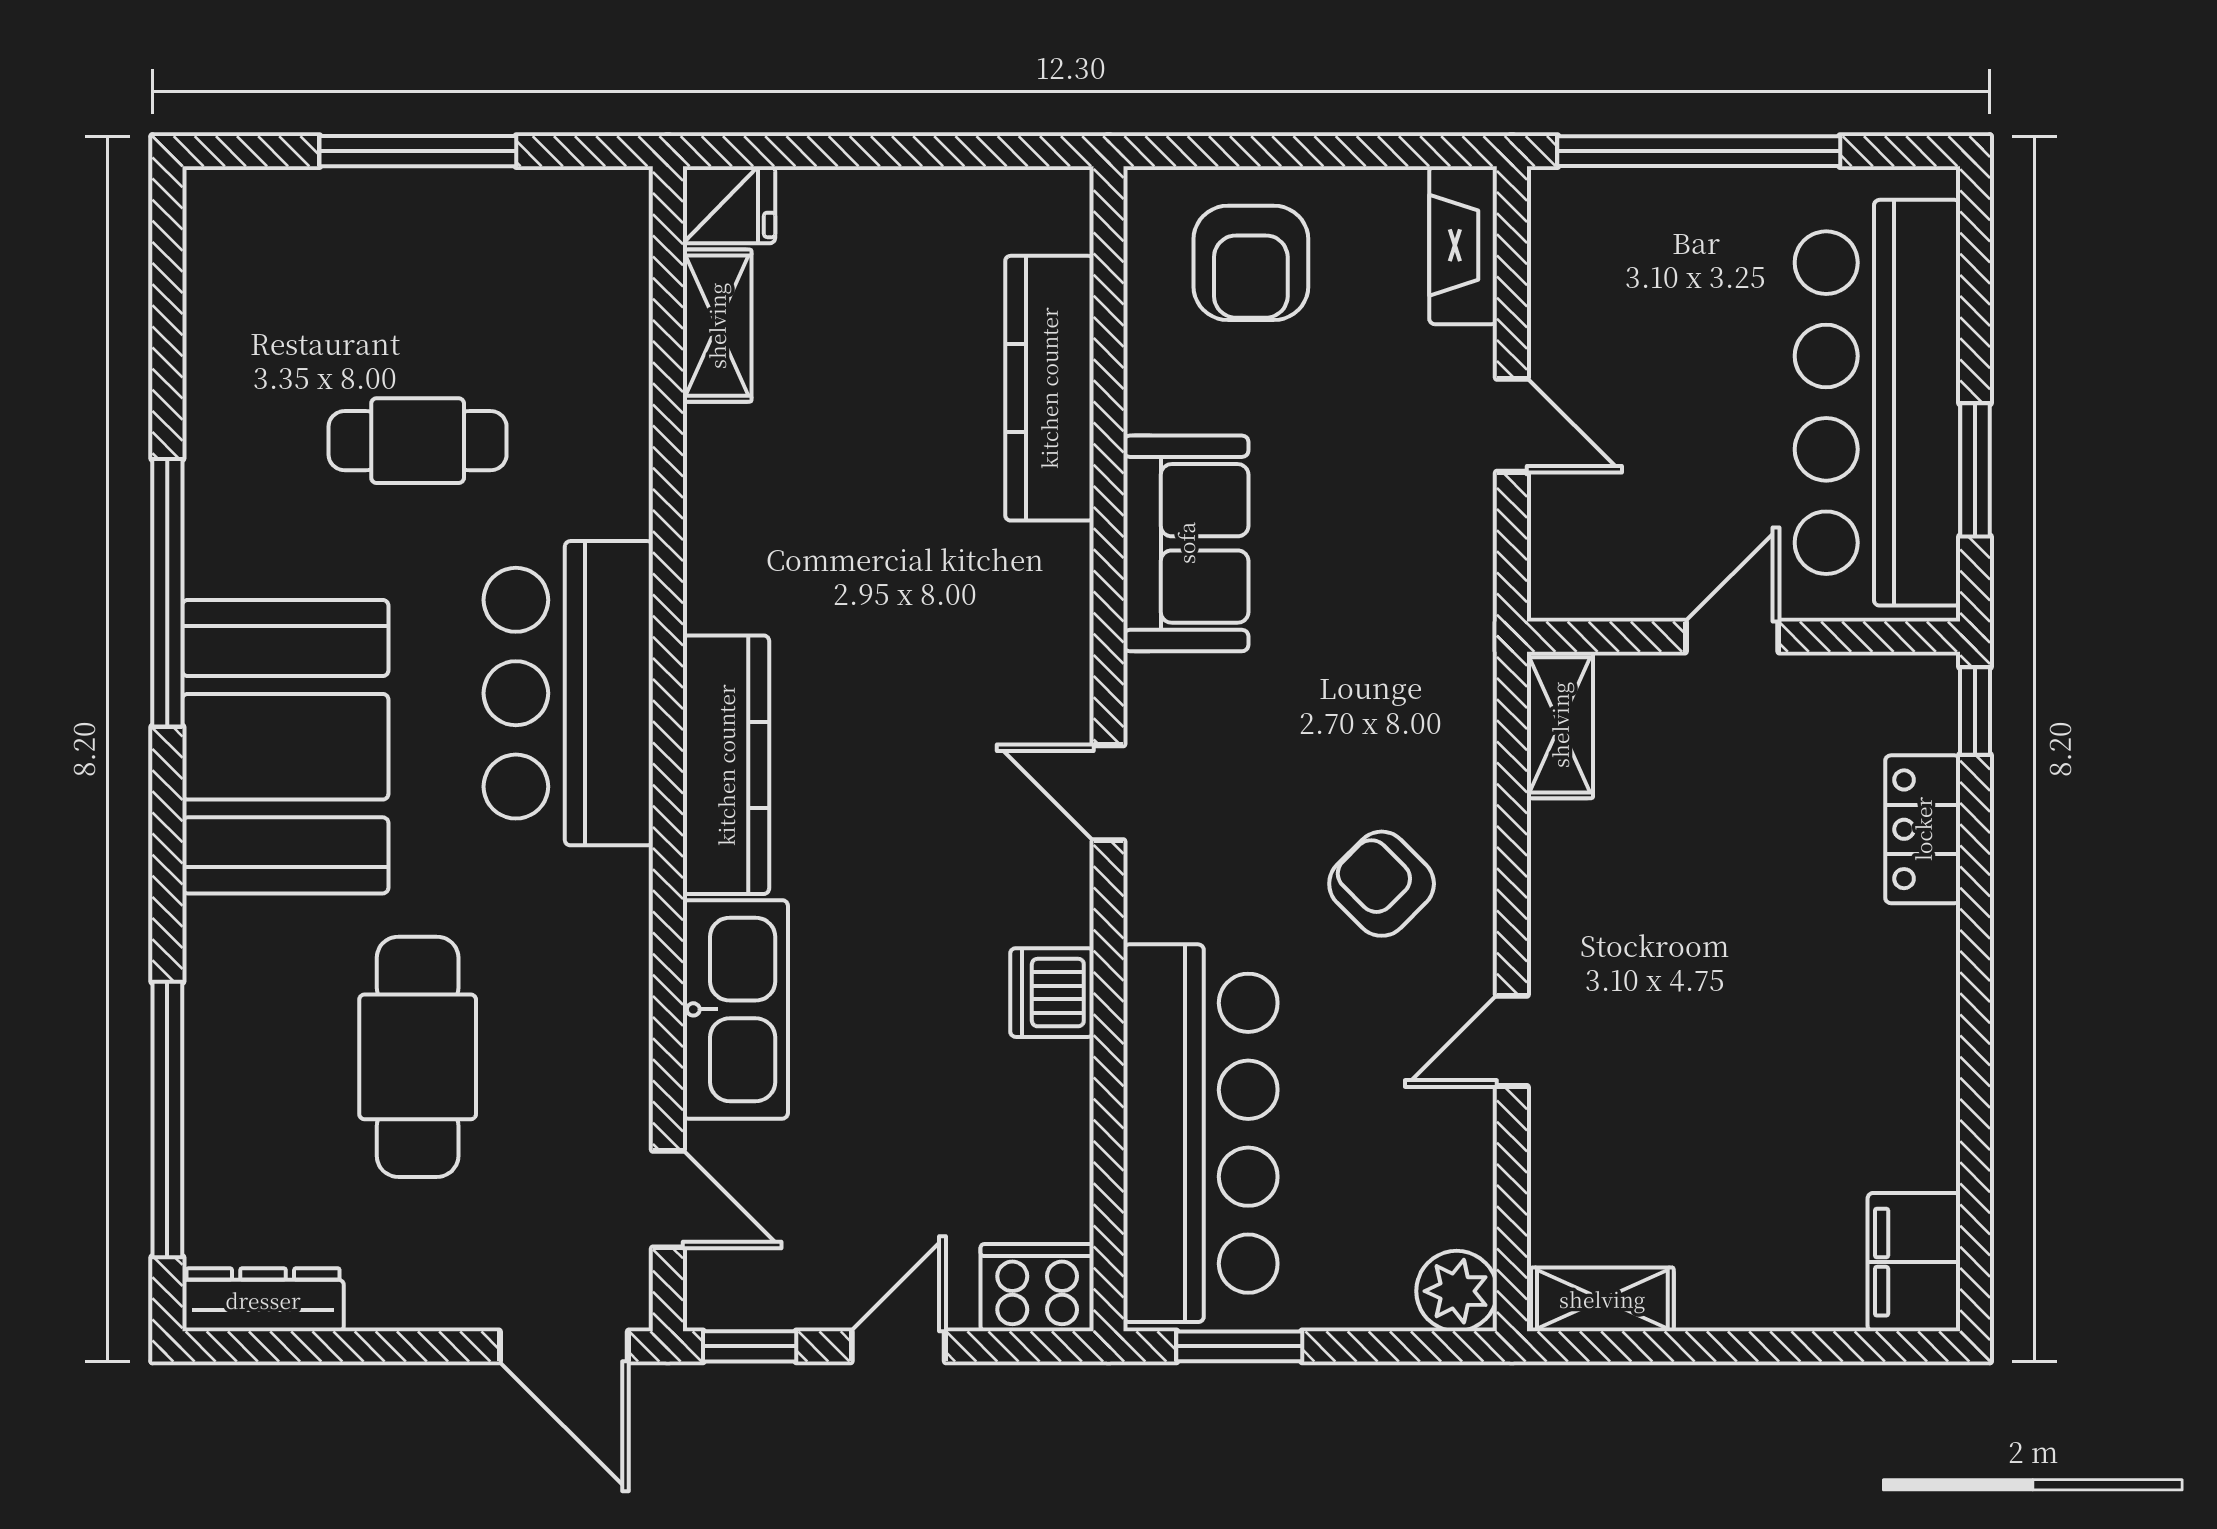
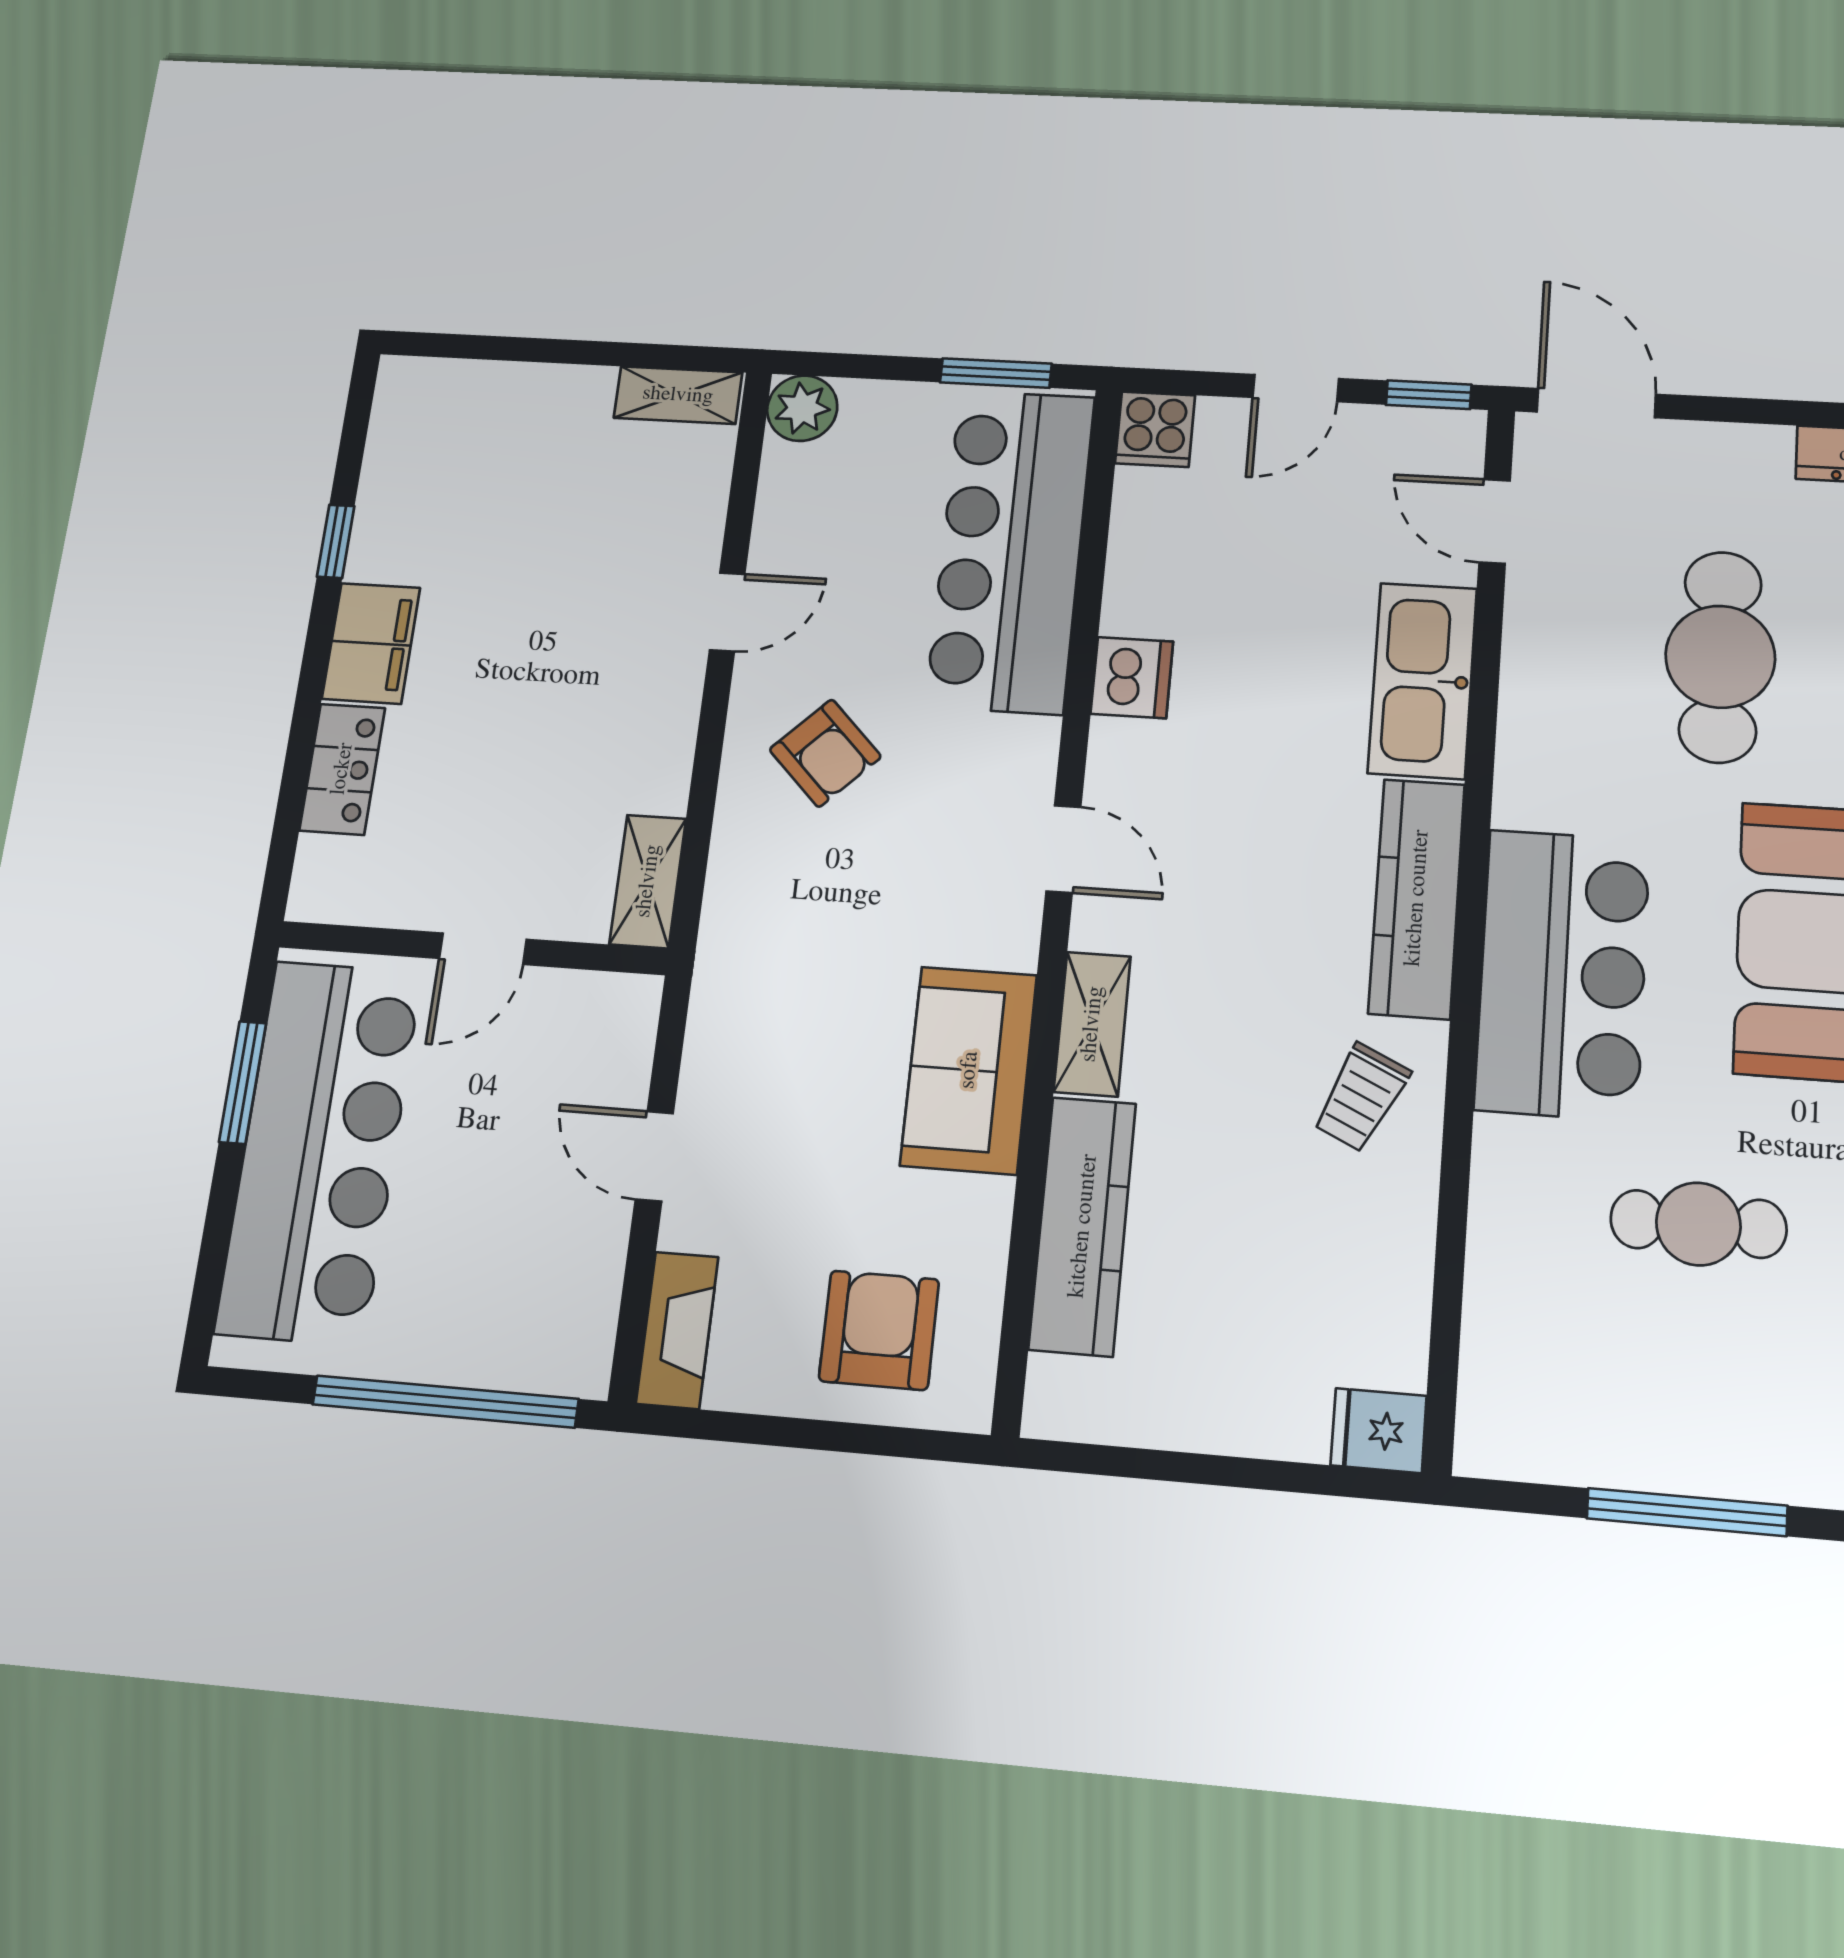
shelving: (717, 326) -> (1092, 1024), moved
trolley: (770, 546) -> (1361, 1097), added
window: (1975, 711) -> (336, 541), moved
filing cabinet: (1914, 1262) -> (371, 643), moved
cooker: (1037, 1288) -> (1155, 429), width x0.73

